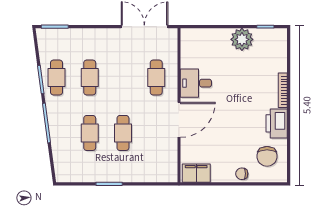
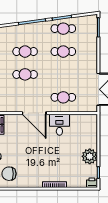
printer: (277, 123) -> (92, 183), moved, width x0.53, depth x0.68

